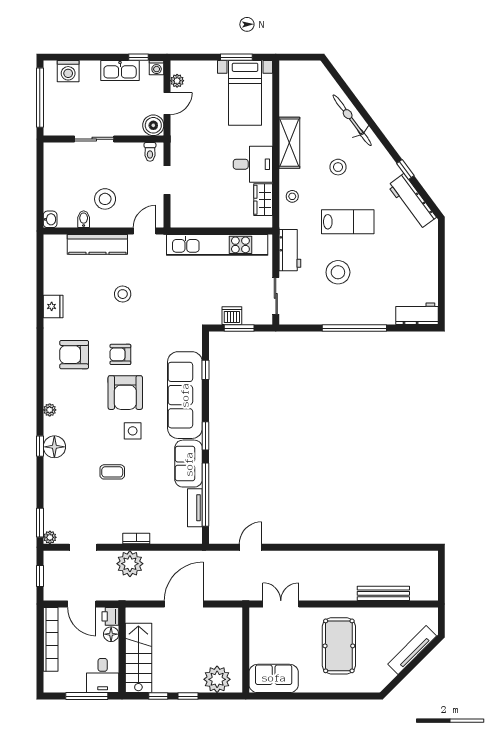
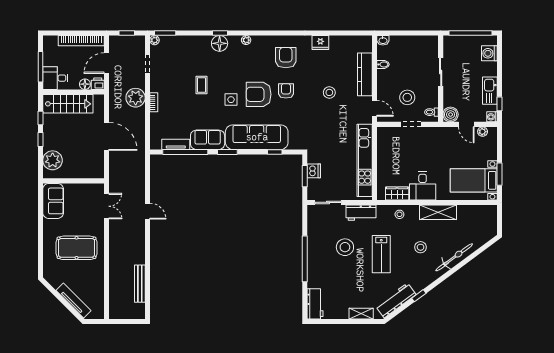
stool: (105, 199) -> (407, 97), moved
shelving: (430, 250) -> (361, 314), added
door: (251, 547) -> (147, 211), moved
bench: (383, 593) -> (140, 284), moved

